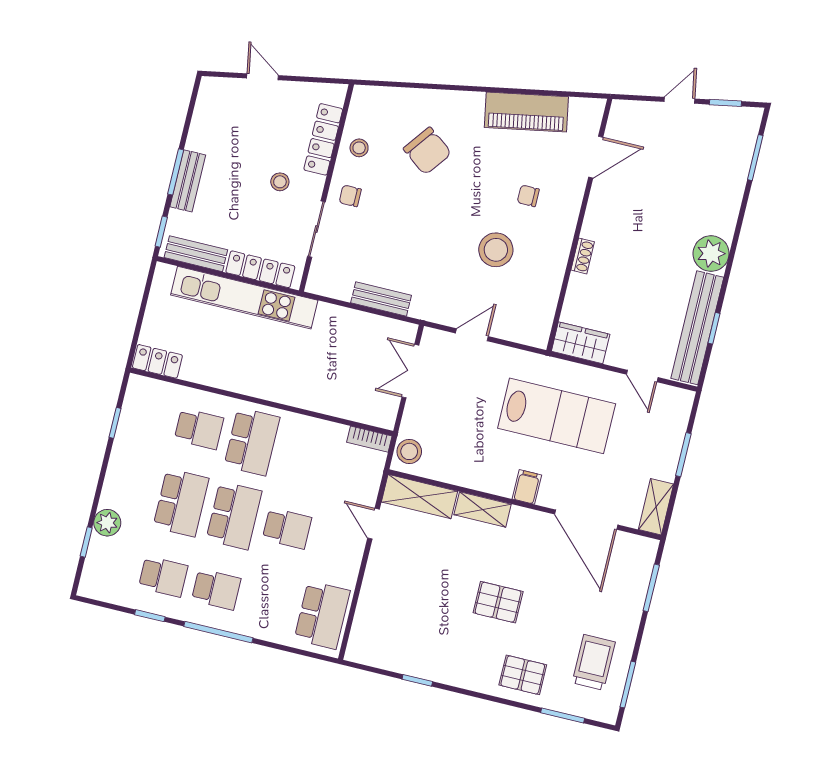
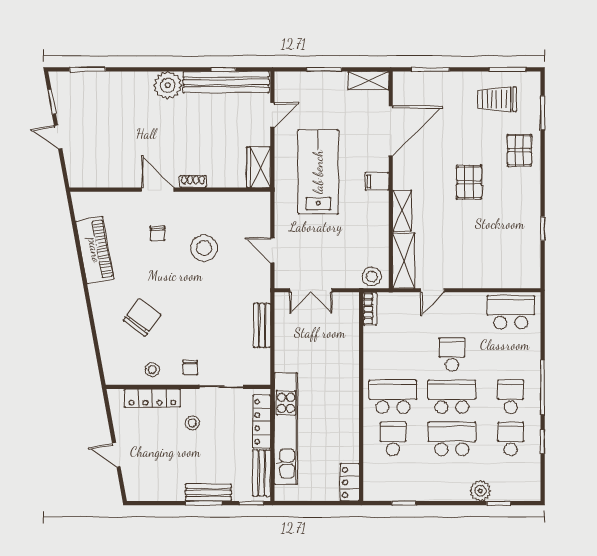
door: (263, 77) -> (116, 455), hinge flipped
door: (596, 157) -> (158, 190), moved

